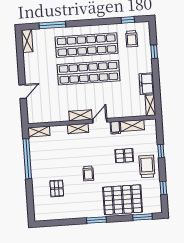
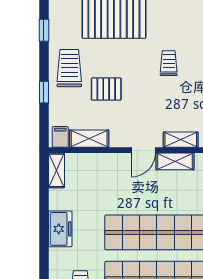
window: (154, 52) -> (44, 260), removed
freezer: (147, 84) -> (60, 229), moved
filing cabinet: (115, 128) -> (60, 137), moved
trolley: (147, 166) -> (69, 68), turned 180

